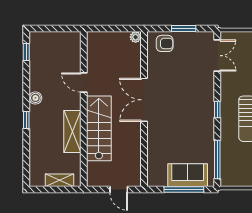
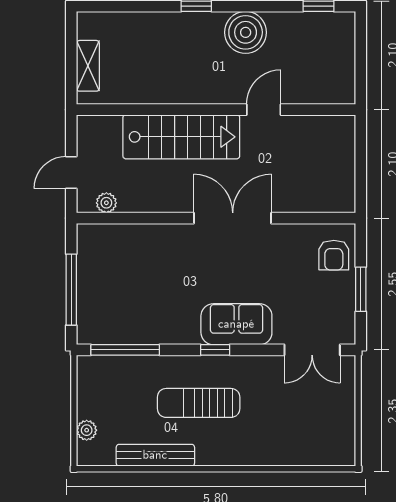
plant: (136, 37) -> (106, 203), moved
boiler: (35, 98) -> (246, 32), width x1.86, depth x1.86
shelving: (72, 131) -> (176, 89), removed
sofa: (188, 175) -> (236, 324), moved, turned -90

